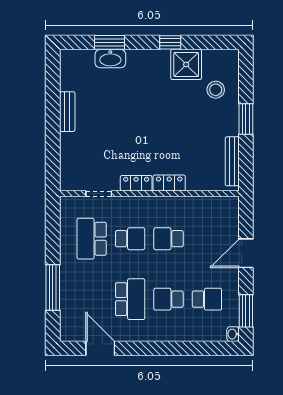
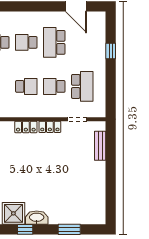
washbasin: (110, 59) -> (37, 218), moved
bench: (67, 112) -> (100, 146), moved
window: (53, 287) -> (111, 51), width x0.46
school desk: (168, 299) -> (26, 42), turned 180

